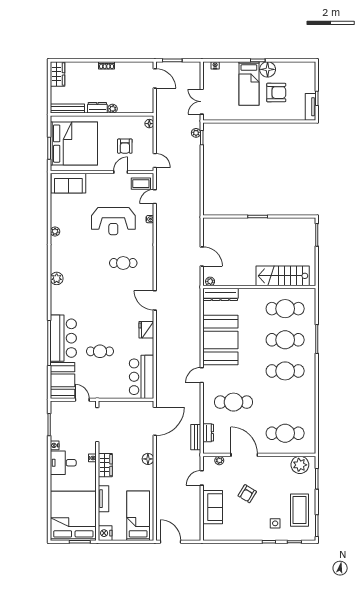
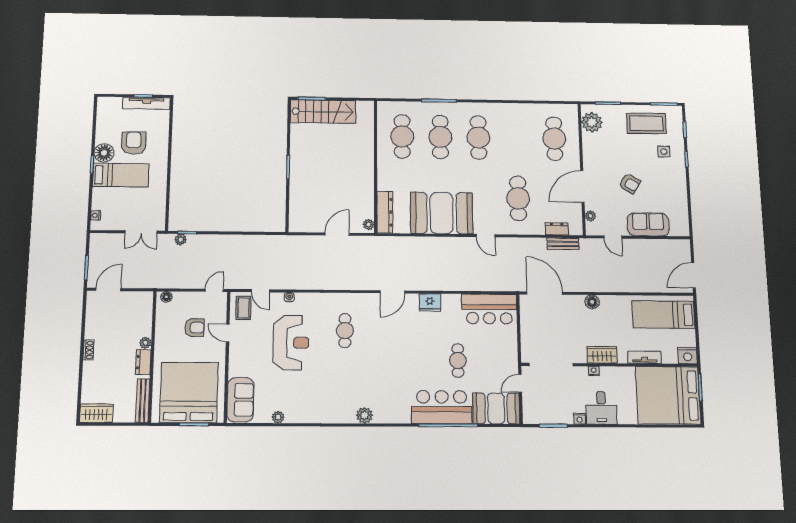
tv unit: (311, 107) -> (146, 103), width x1.41
plant: (55, 231) -> (278, 417), moved
stairs: (283, 276) -> (323, 112), moved, turned -90

